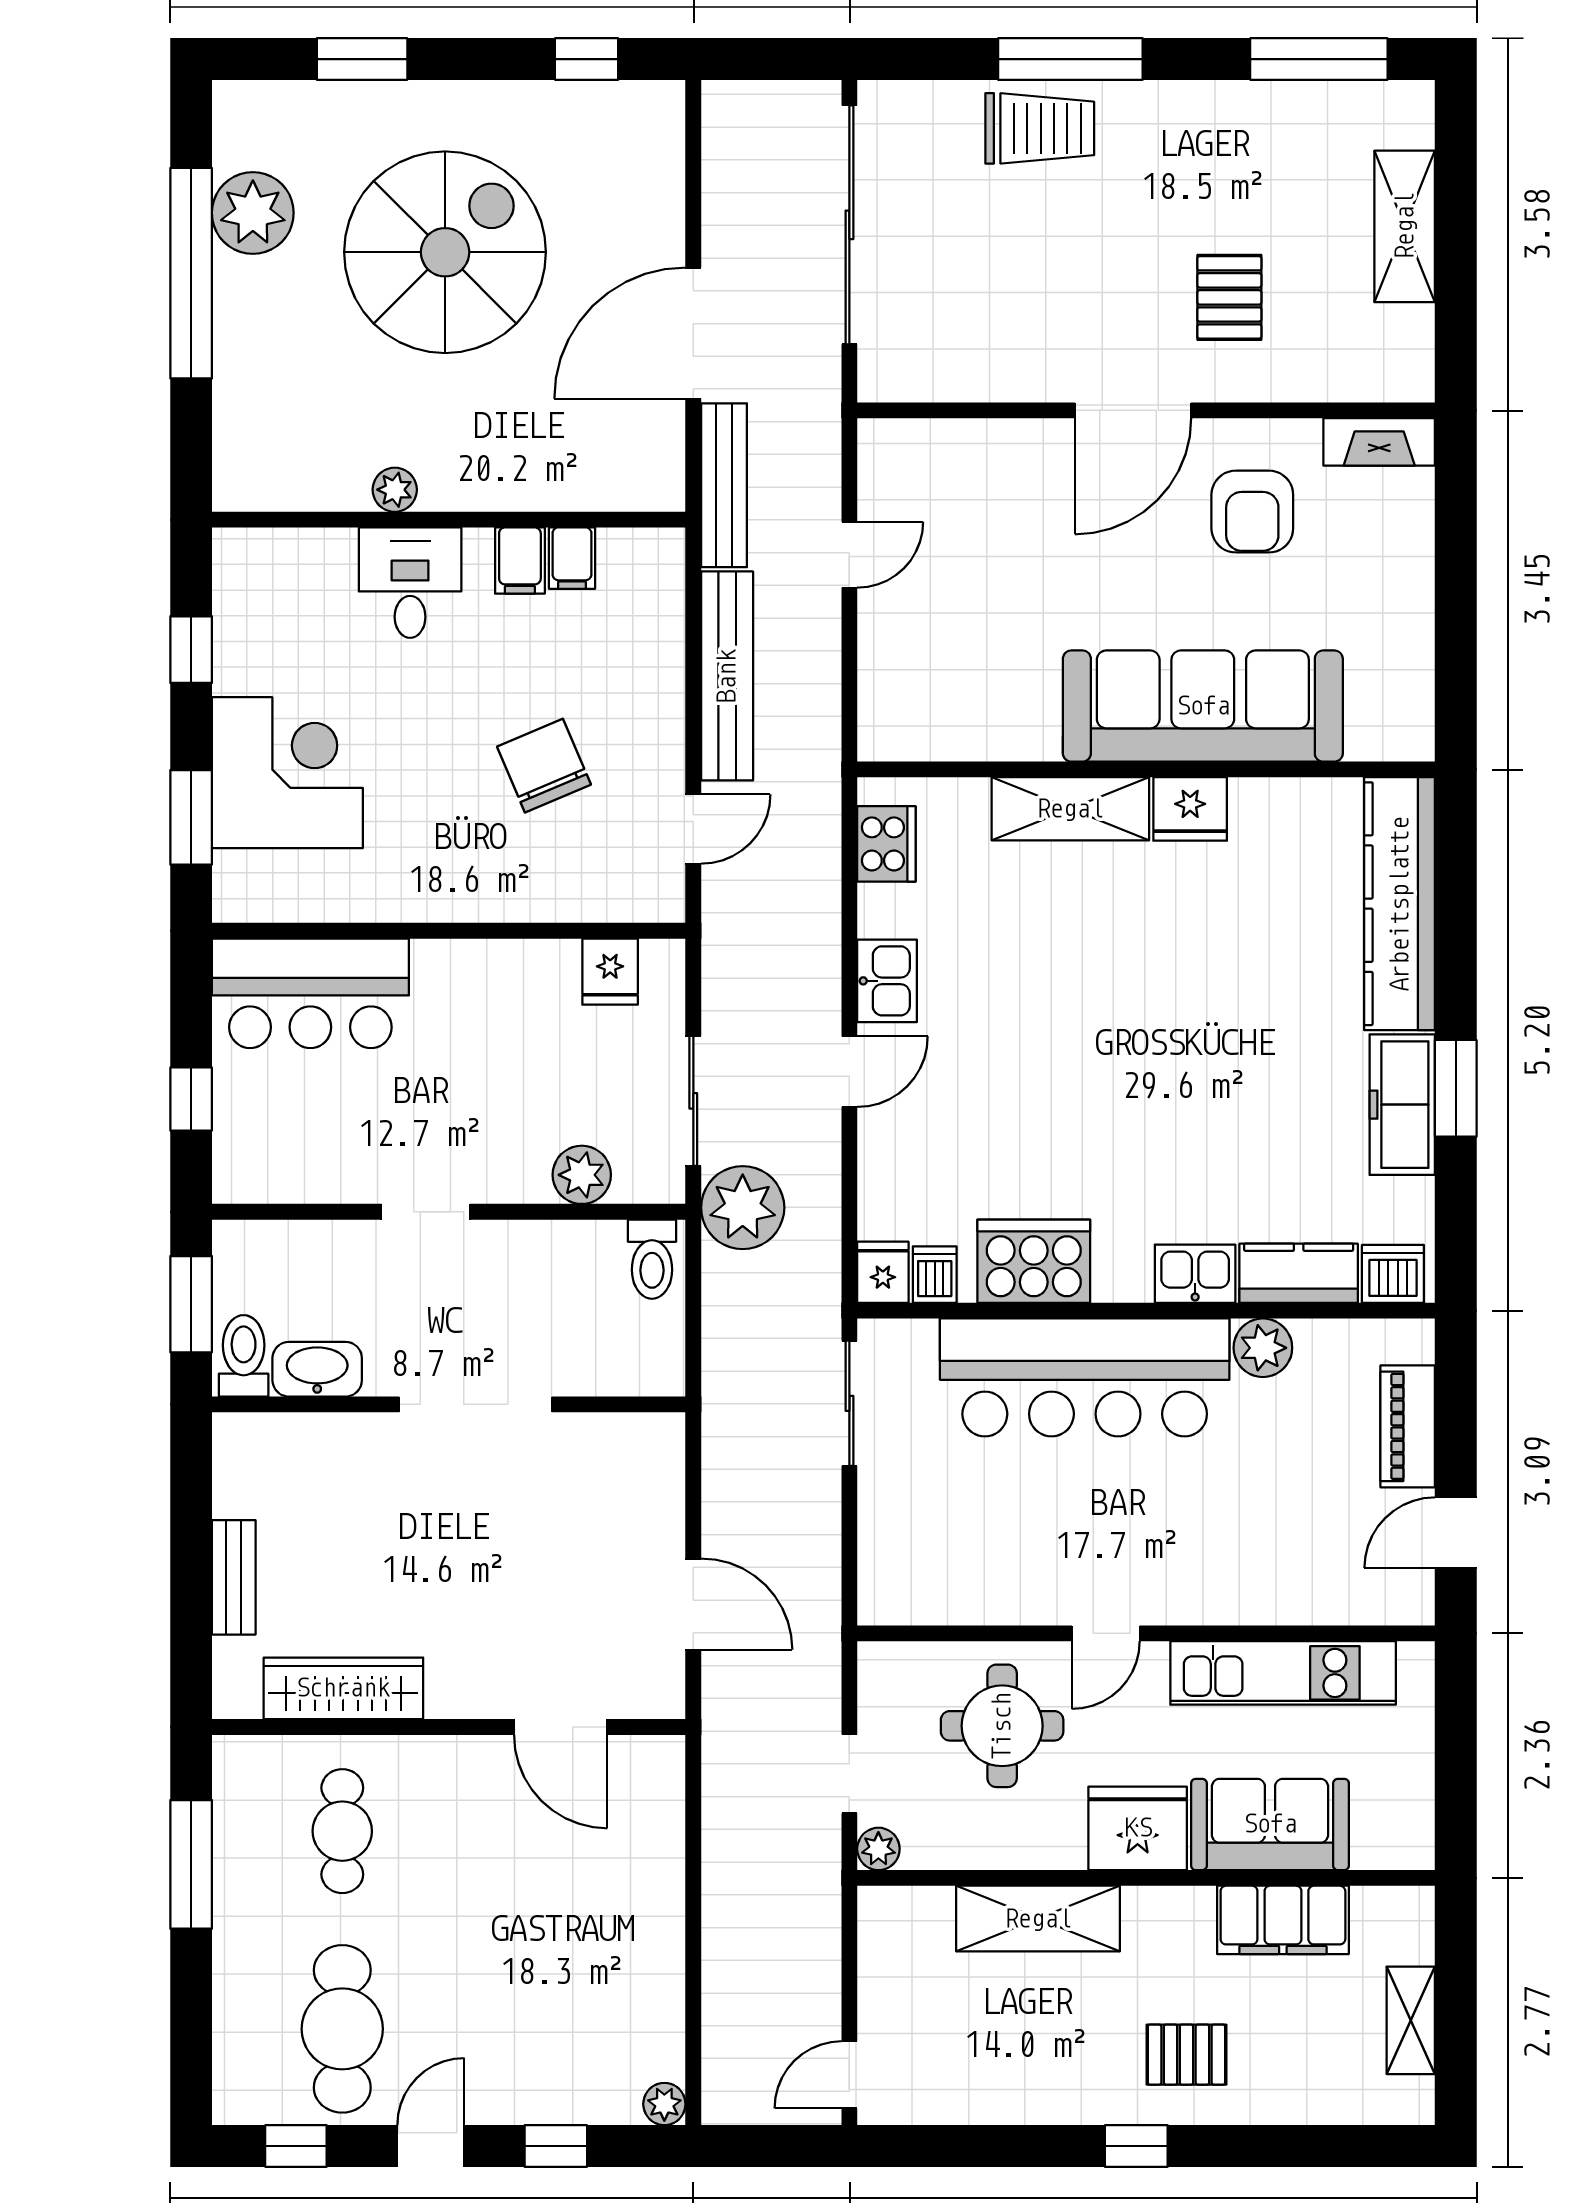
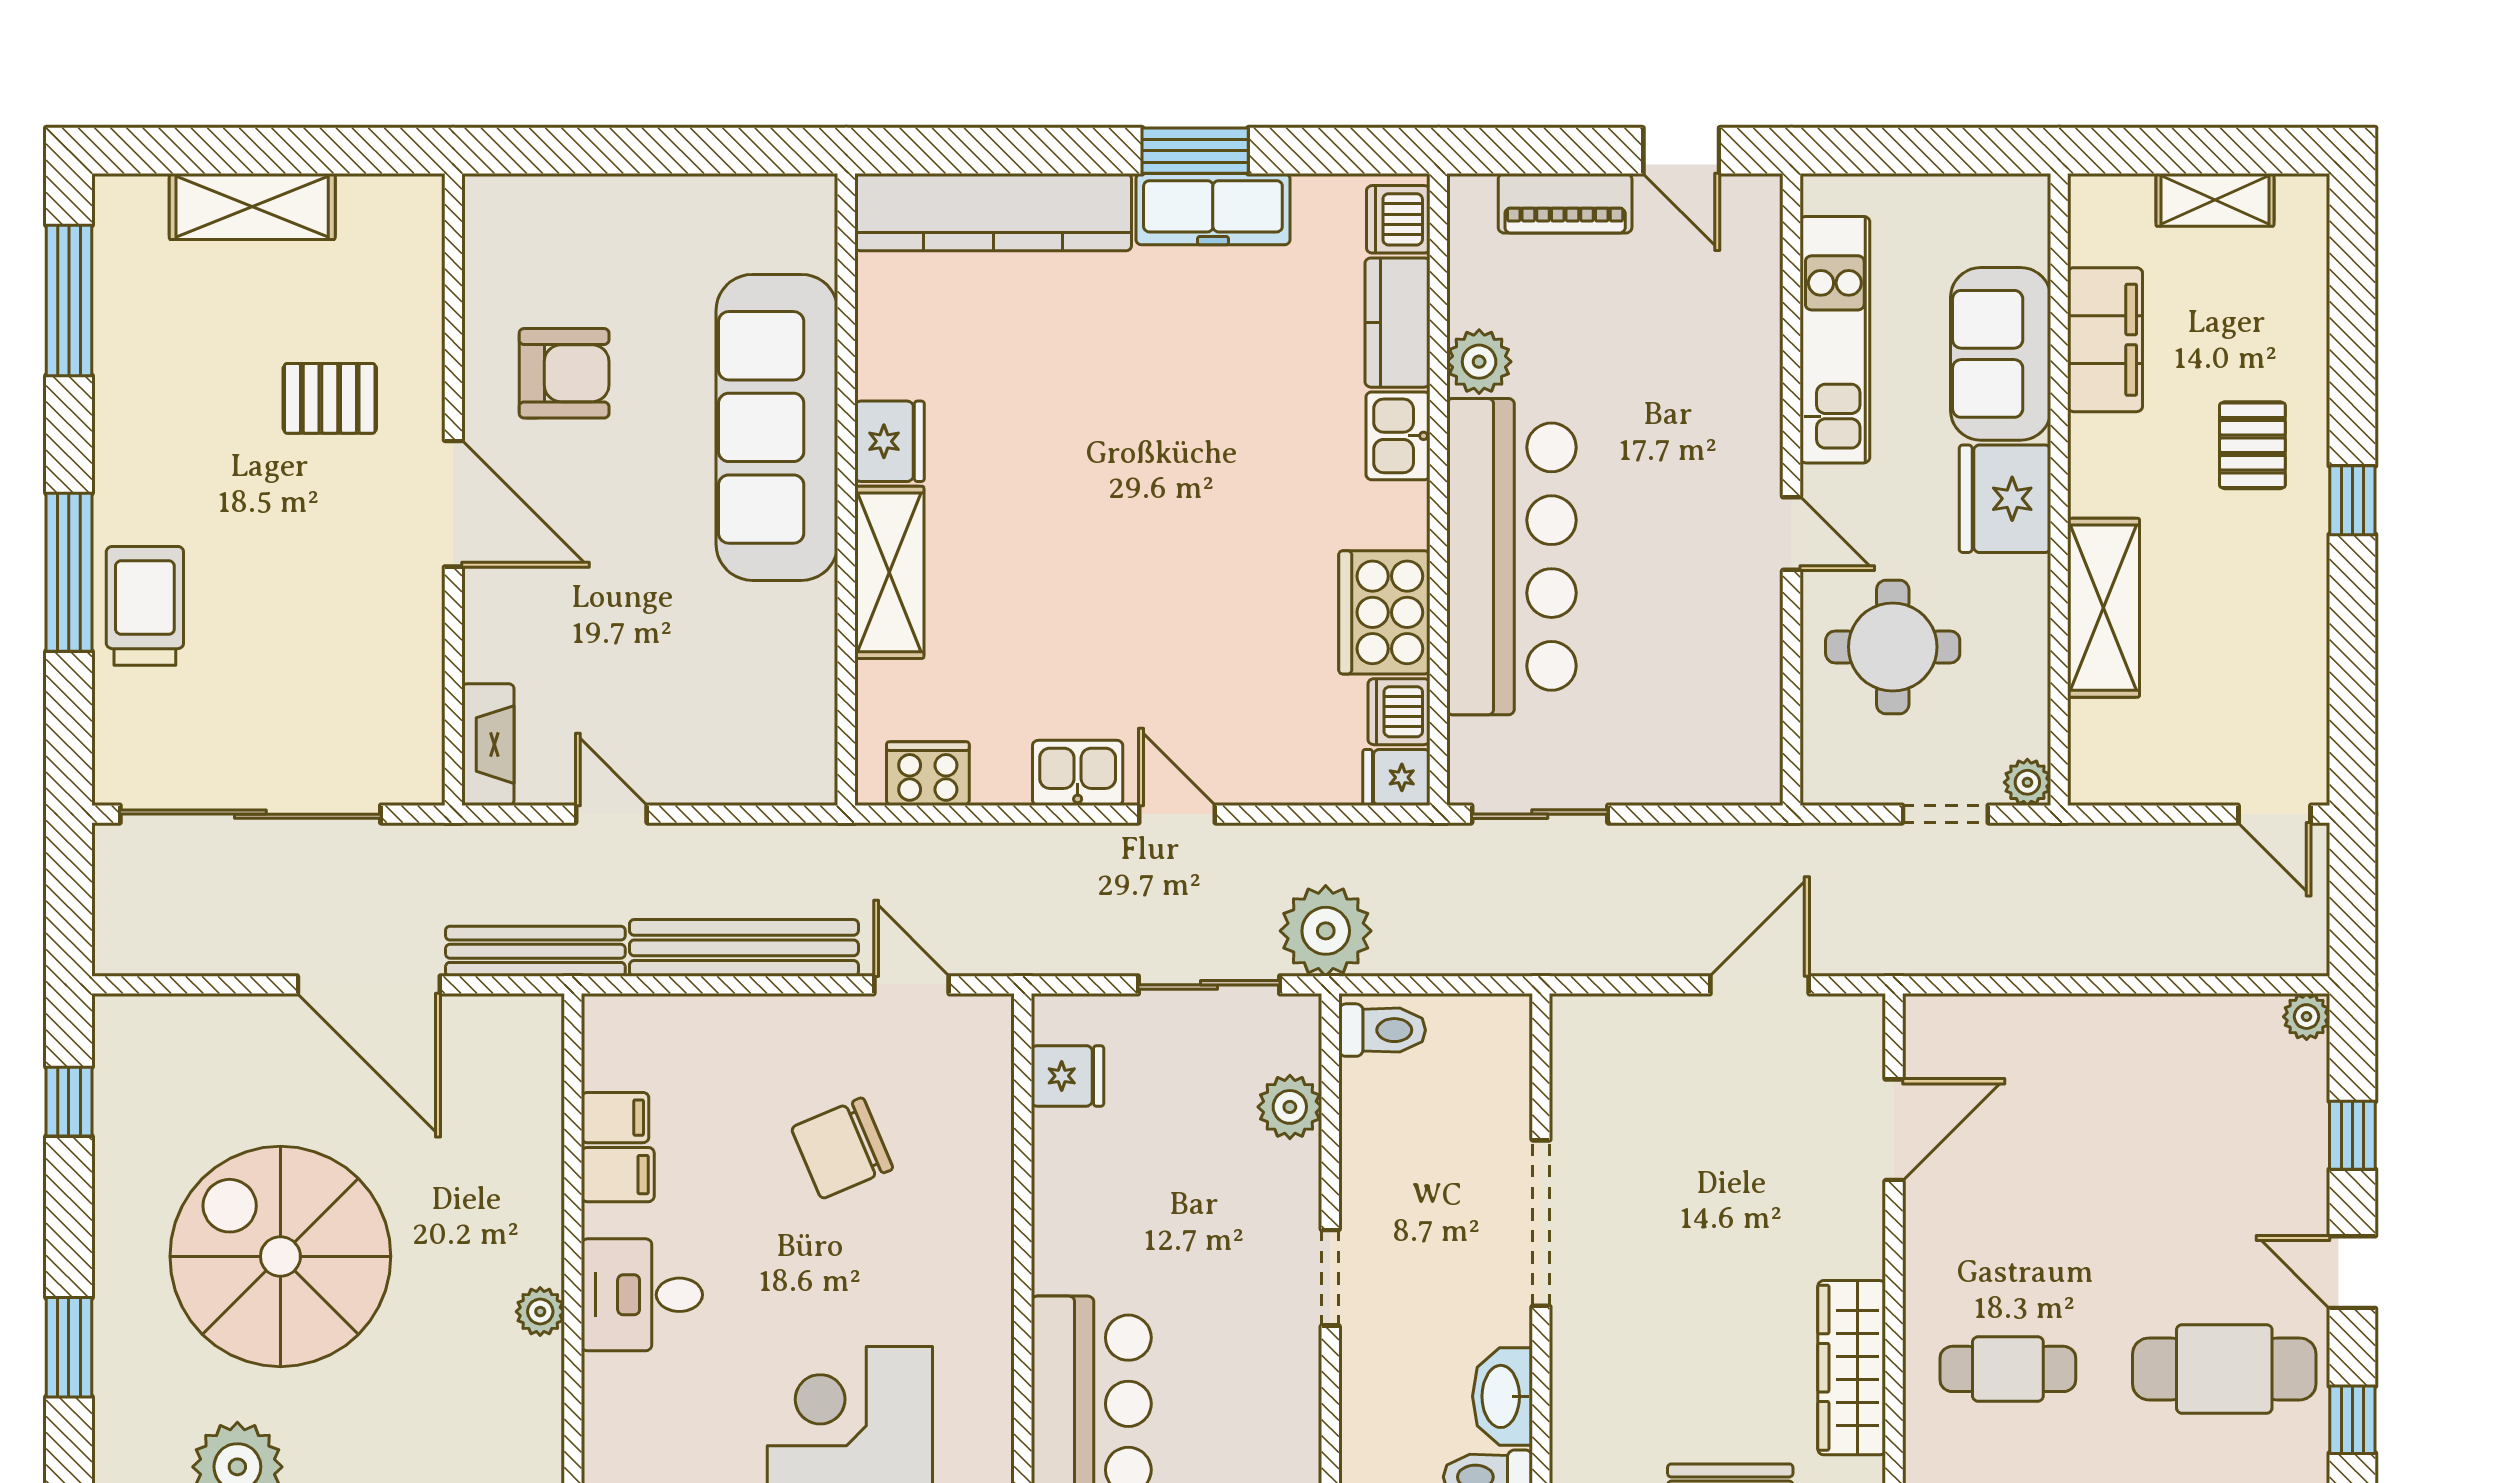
fireplace: (1379, 442) -> (488, 745), moved
dishwasher: (935, 1275) -> (1399, 712), width x1.38

